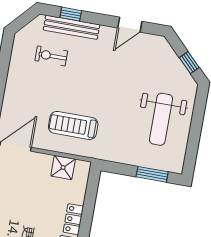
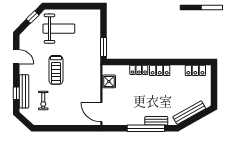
weight bench: (161, 119) -> (59, 29), moved
treadmill: (73, 125) -> (56, 70), moved
window: (152, 174) -> (104, 47), moved

